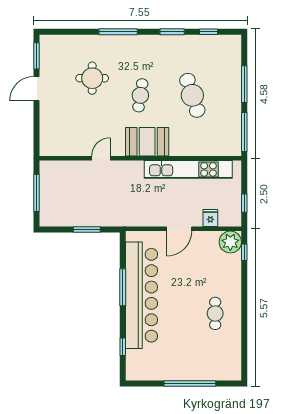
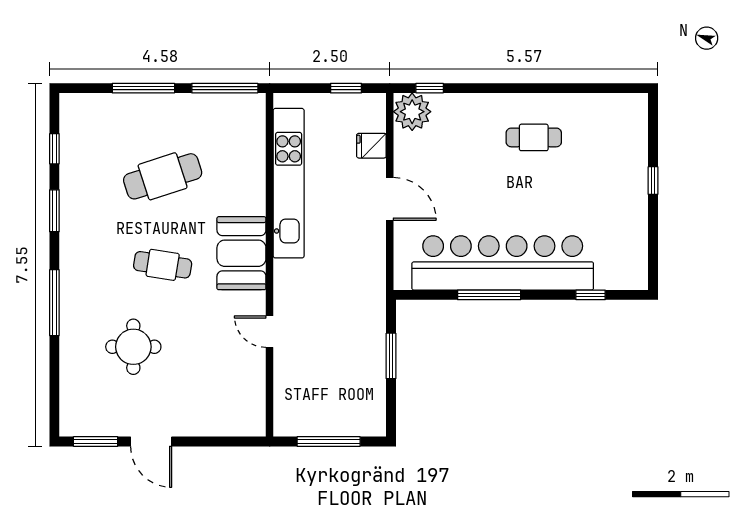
window: (190, 384) -> (653, 181), width x0.32

